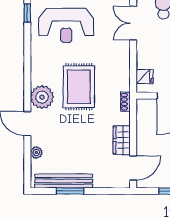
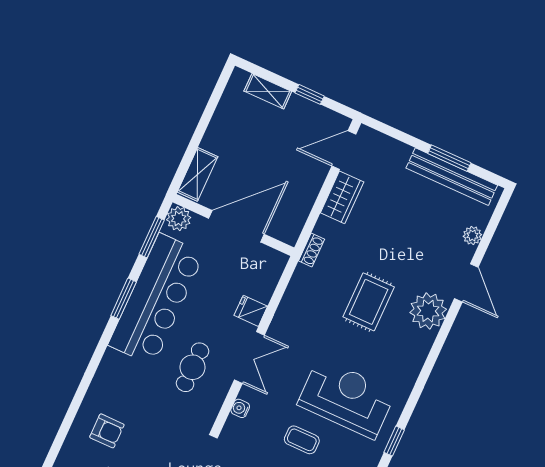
fridge: (145, 77) -> (251, 311), moved
rug: (79, 87) -> (369, 302), width x0.73, depth x0.70

